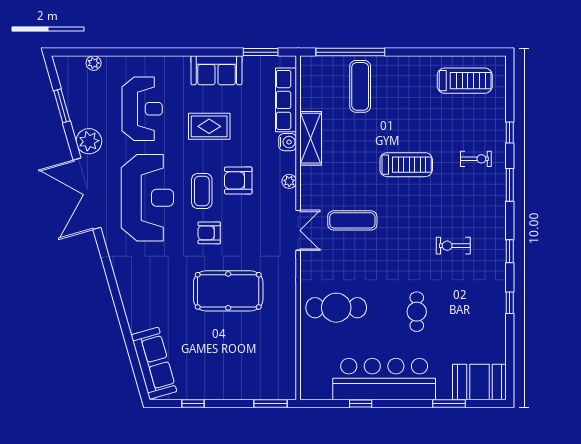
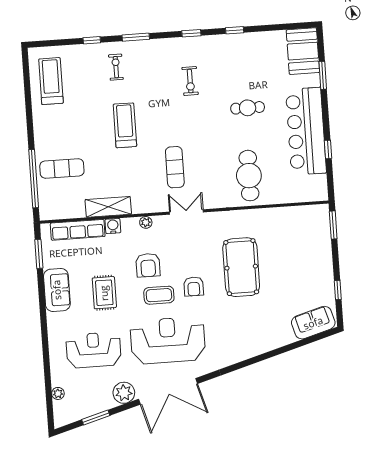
sofa: (154, 363) -> (313, 323), width x0.73

